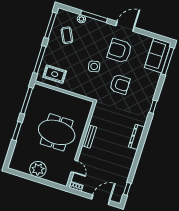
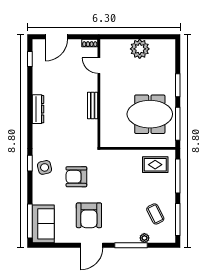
armchair: (120, 51) -> (89, 215), turned 90
side table: (94, 66) -> (45, 167), moved
meeting table: (57, 132) -> (150, 114), moved
dresser: (137, 137) -> (38, 109), moved

